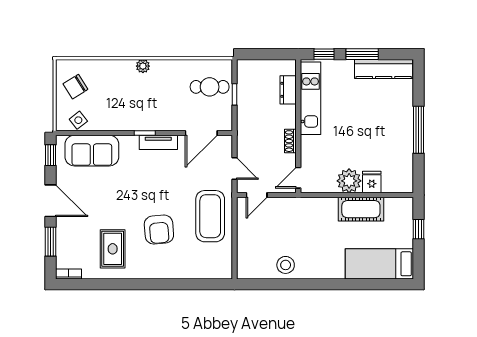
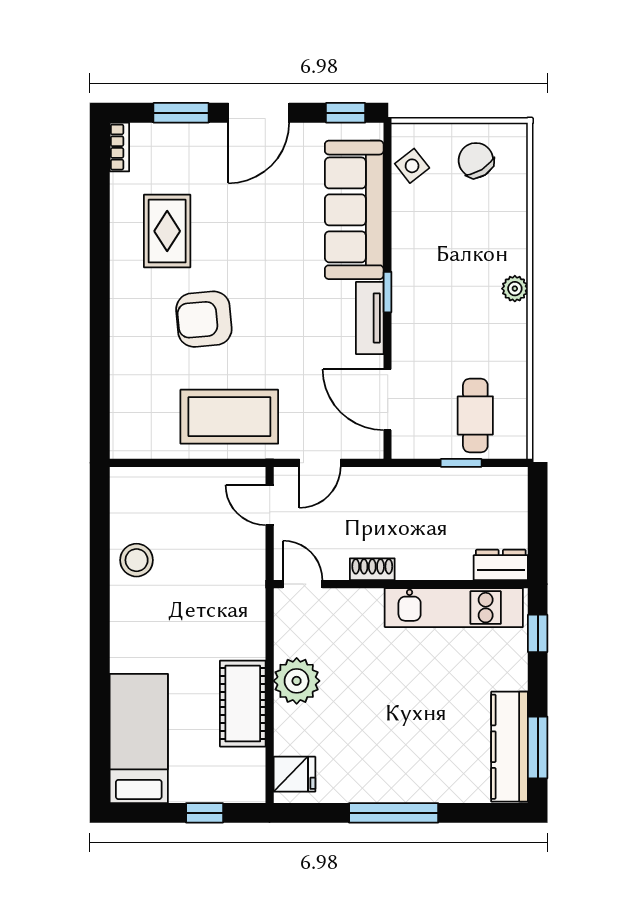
window: (362, 54) -> (538, 747), moved
dresser: (288, 90) -> (501, 565), moved
sofa: (92, 151) -> (354, 210), width x1.36
fridge: (372, 182) -> (294, 774), moved
rug: (113, 249) -> (167, 231), turned 90

